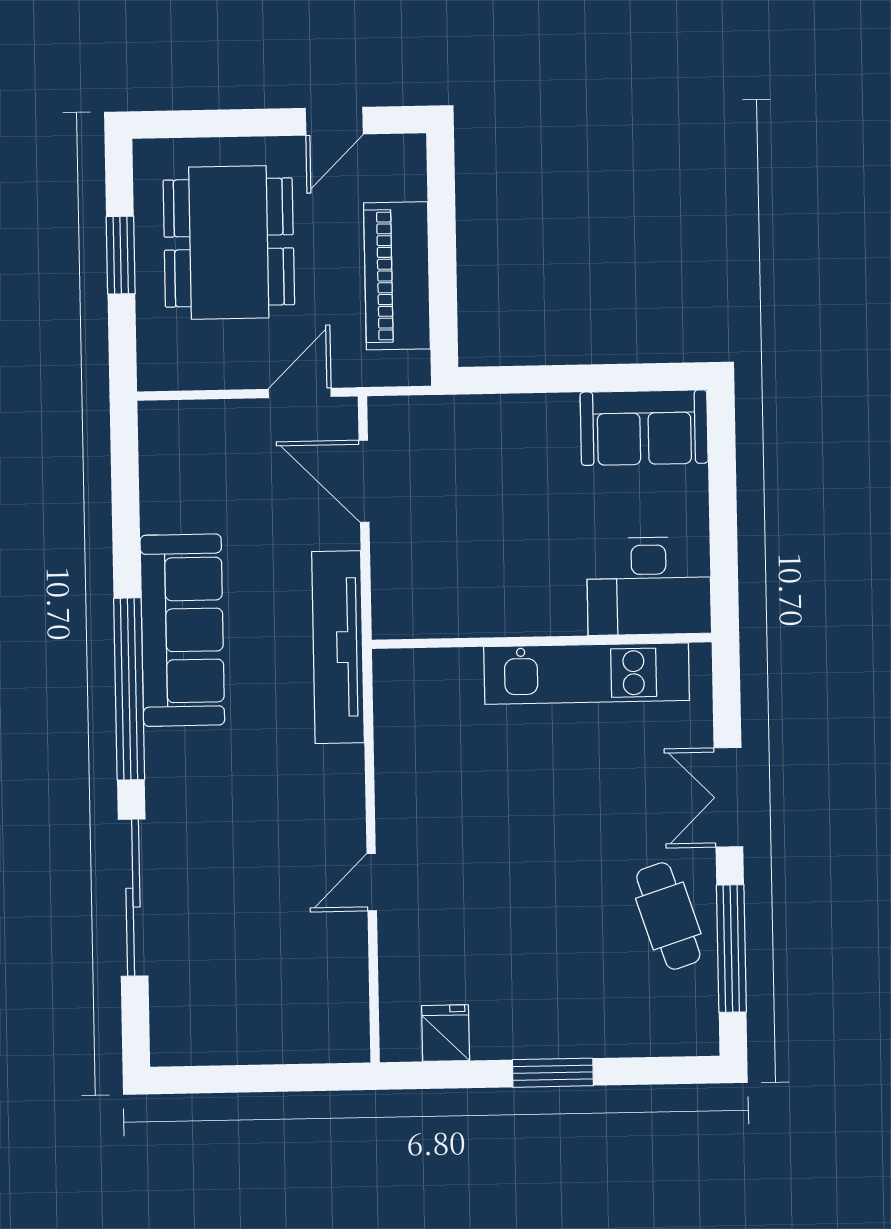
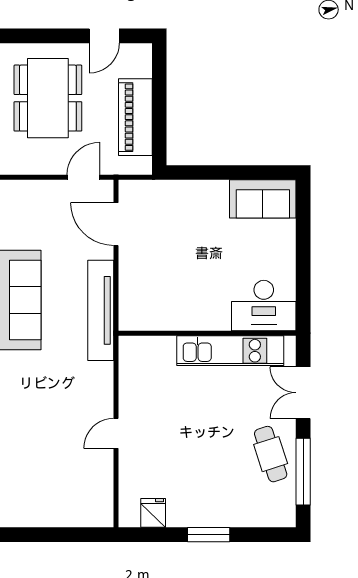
desk: (649, 586) -> (264, 306), moved
wall: (542, 641) -> (207, 333), moved
kitchen unit: (587, 674) -> (230, 351), moved

